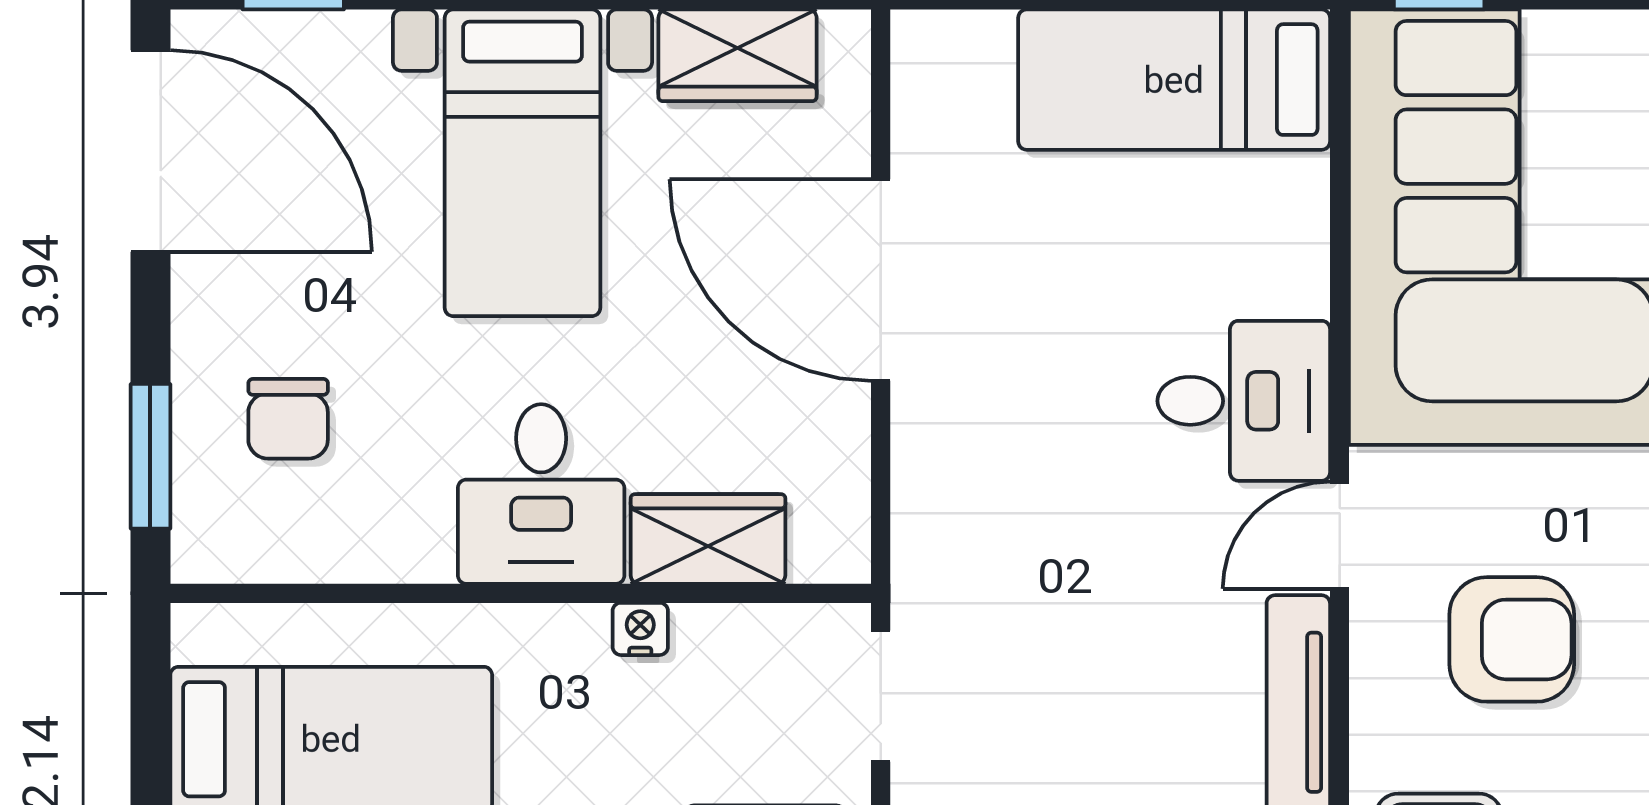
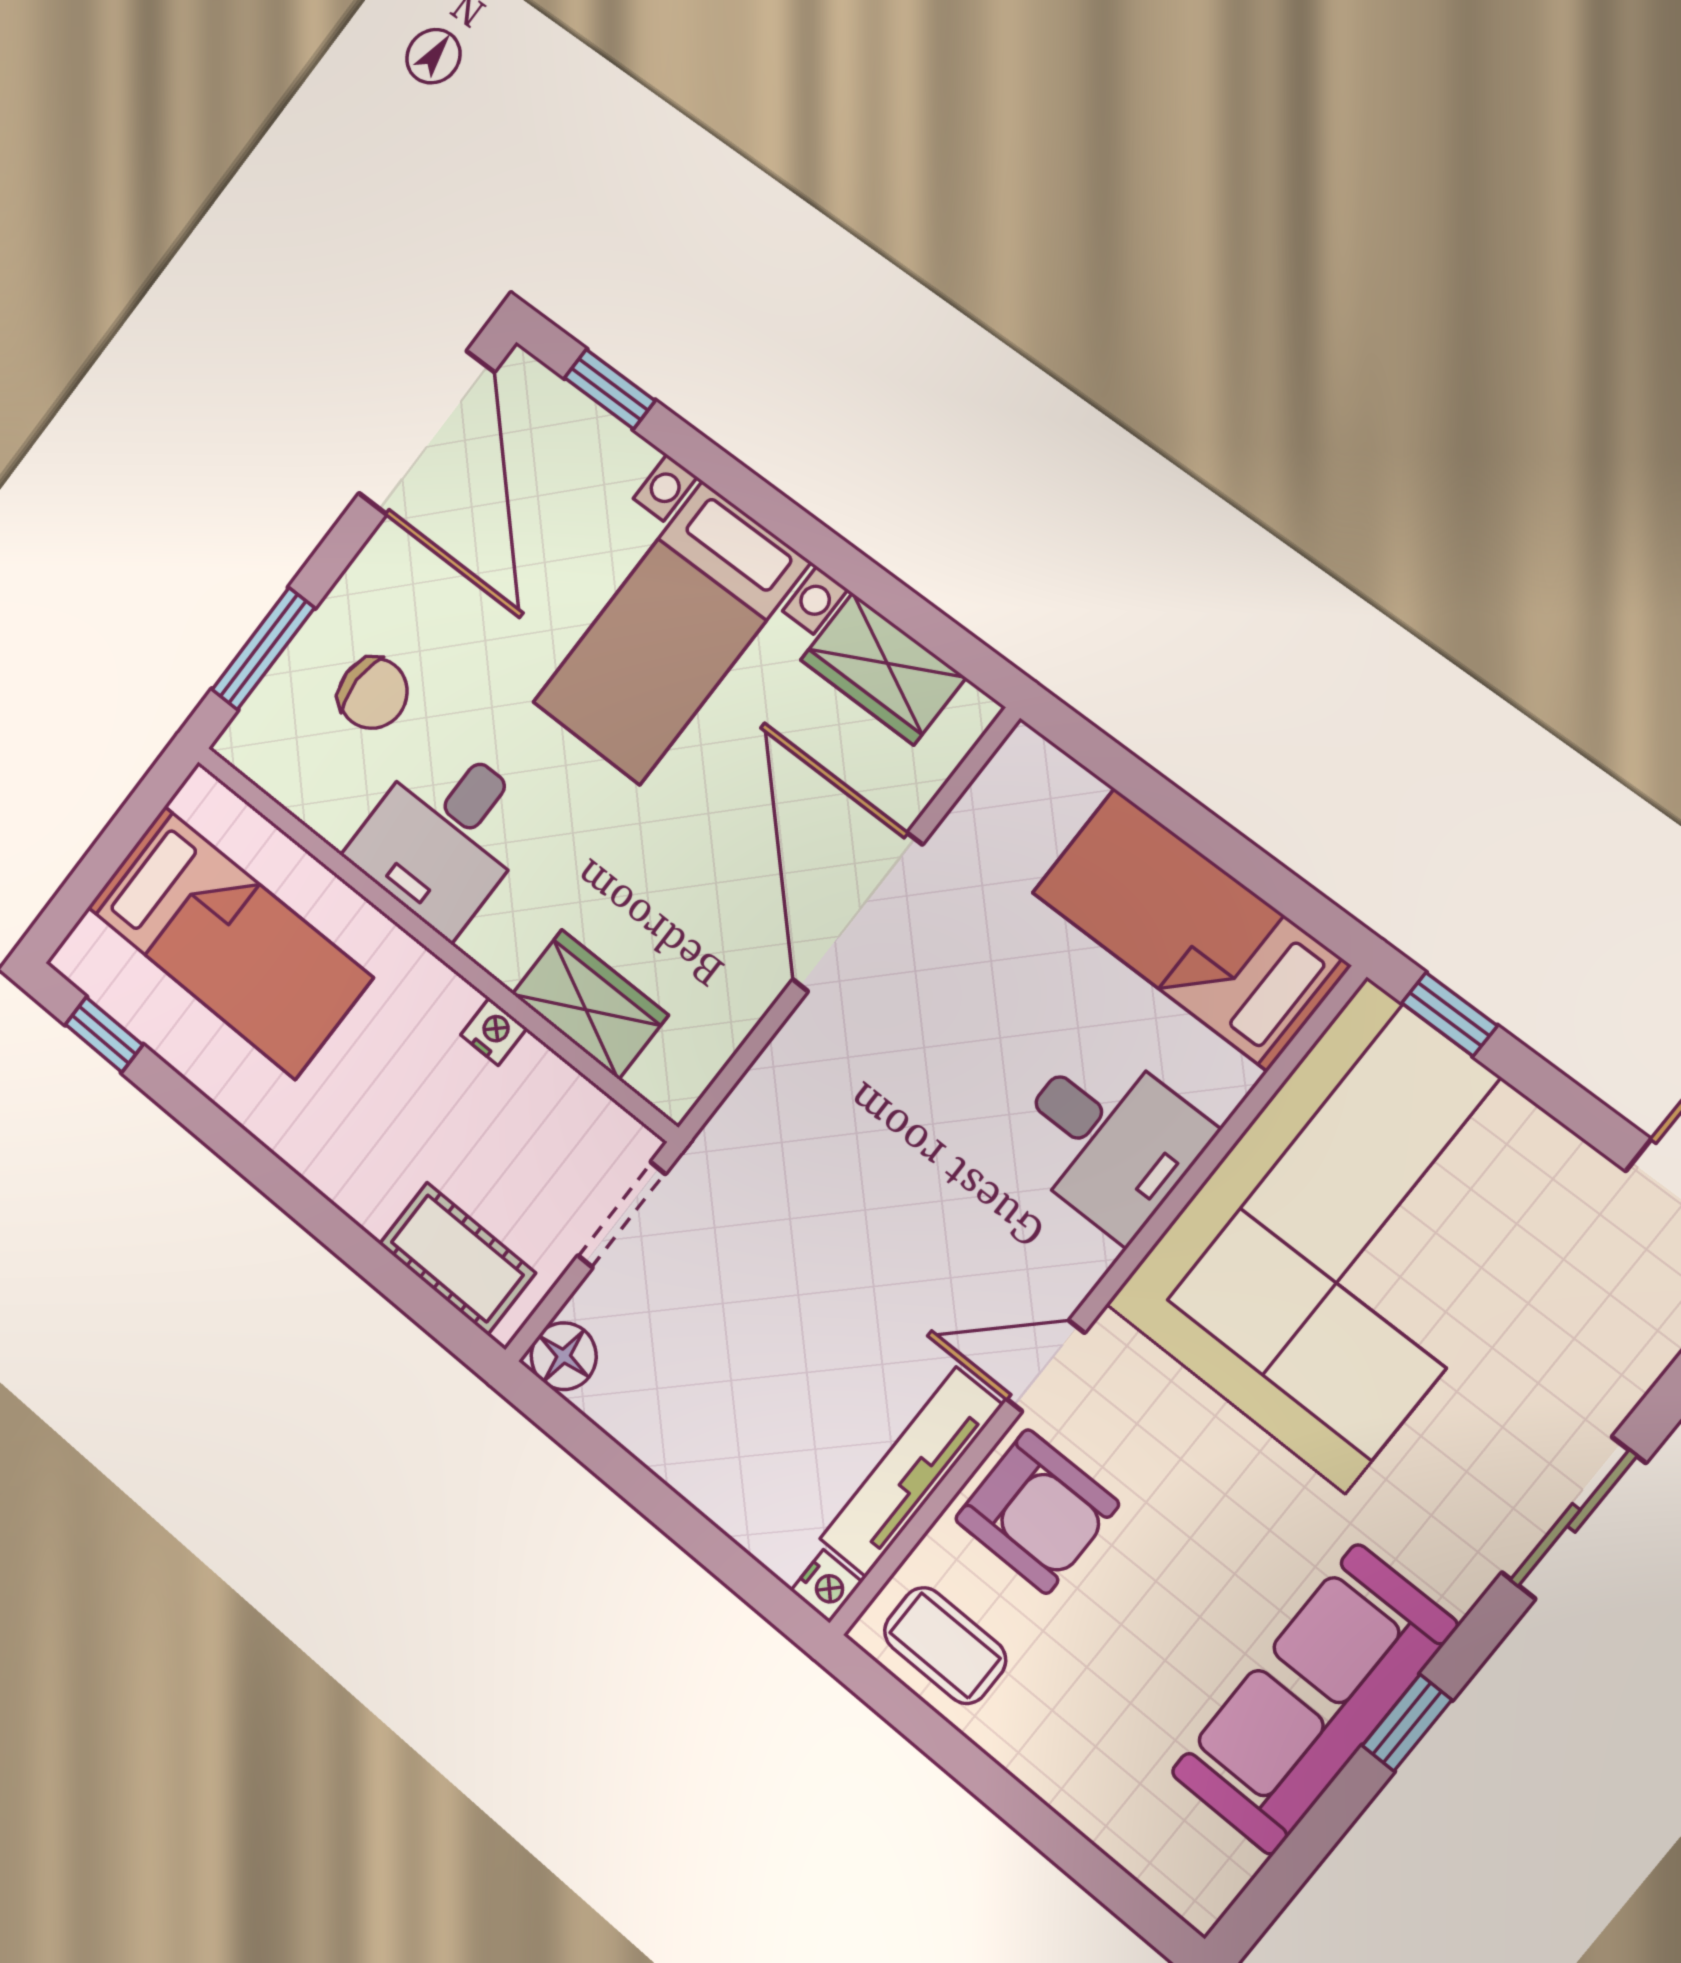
desk: (1244, 401) -> (1109, 1139), moved
chair: (288, 419) -> (373, 693), turned -90
desk: (541, 494) -> (444, 836), moved
armchair: (1512, 639) -> (1037, 1511), moved

